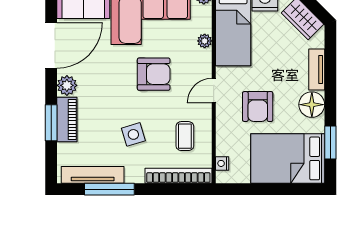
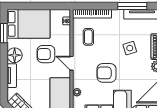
door: (214, 91) -> (72, 63), swing flipped
armchair: (258, 107) -> (46, 54), turned -90
side table: (133, 134) -> (130, 48), moved

